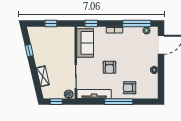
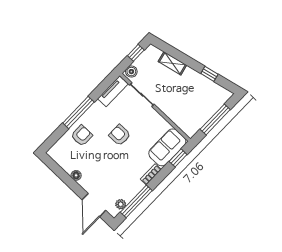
window: (51, 24) -> (215, 119), width x2.17
sofa: (85, 43) -> (167, 147), moved, turned 90
tv unit: (94, 94) -> (113, 91), width x0.71

